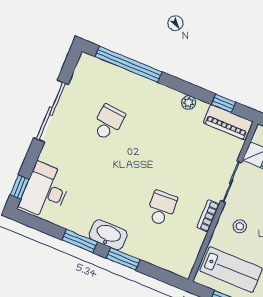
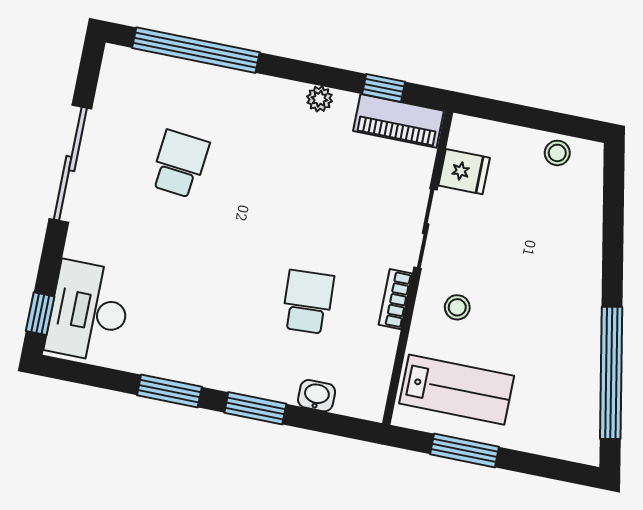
washbasin: (108, 235) -> (317, 396), moved, width x0.52, depth x0.69

